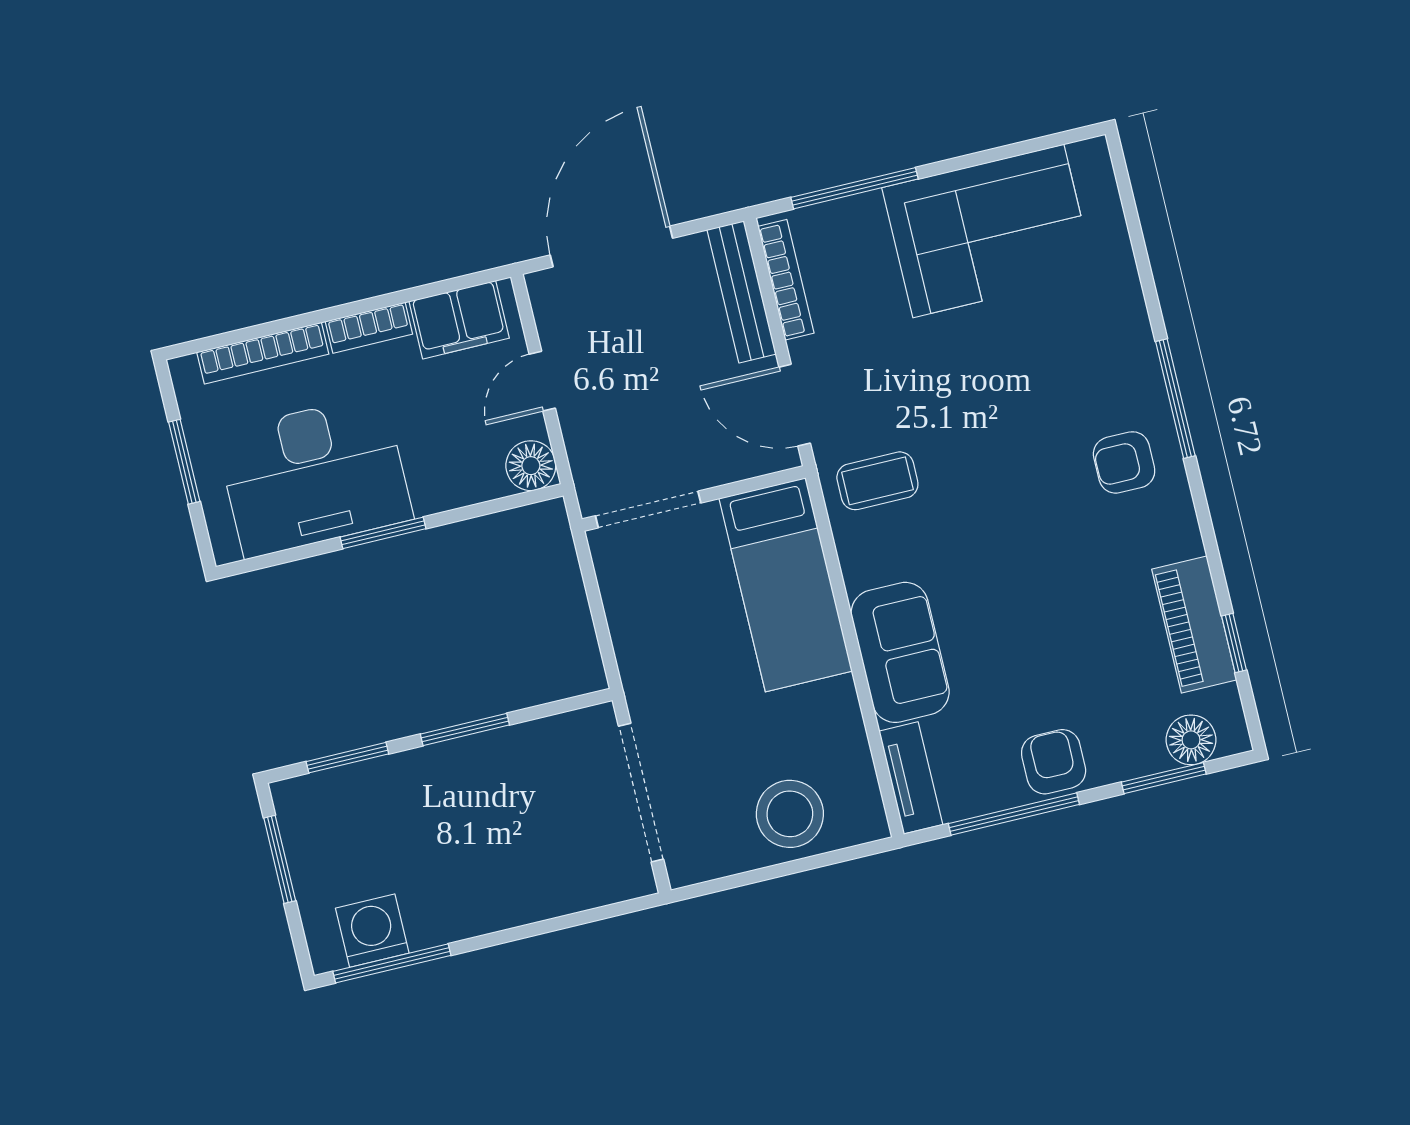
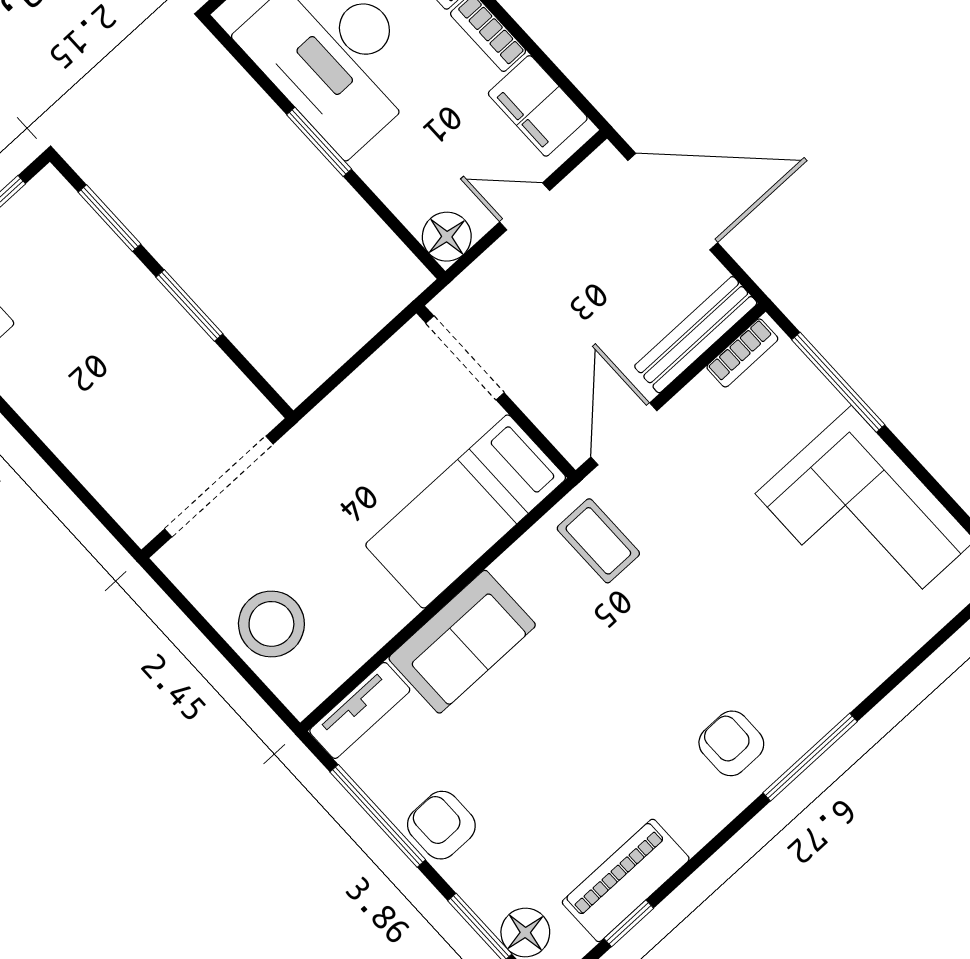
bookcase: (786, 280) -> (742, 353), width x0.64
armchair: (1054, 762) -> (441, 825), turned -90

